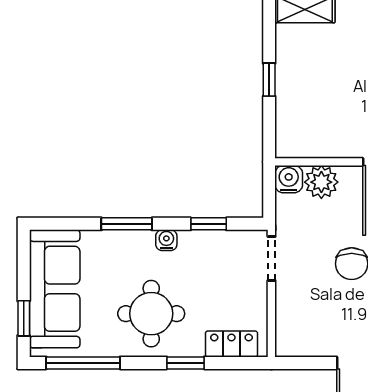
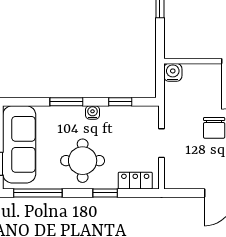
plant: (321, 182) -> (194, 74), removed
doorway: (271, 259) -> (161, 143), moved

